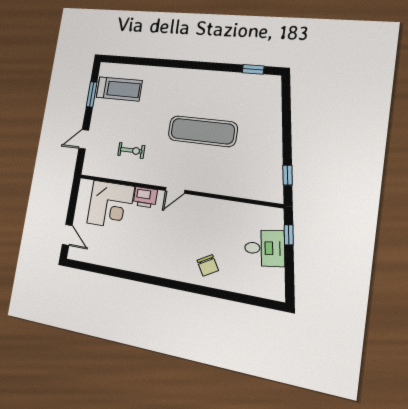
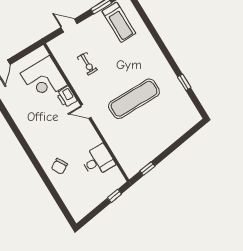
window: (253, 69) -> (184, 82), moved
exercise mat: (203, 131) -> (134, 99), turned 90
desk: (265, 248) -> (98, 161), moved, turned -82

